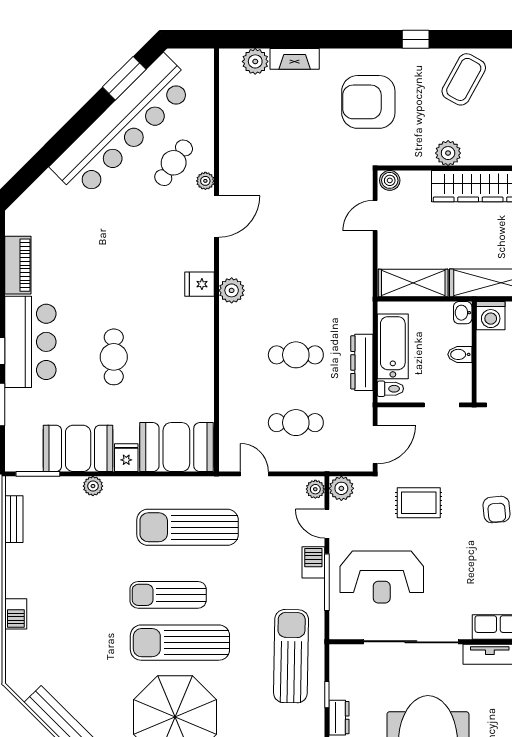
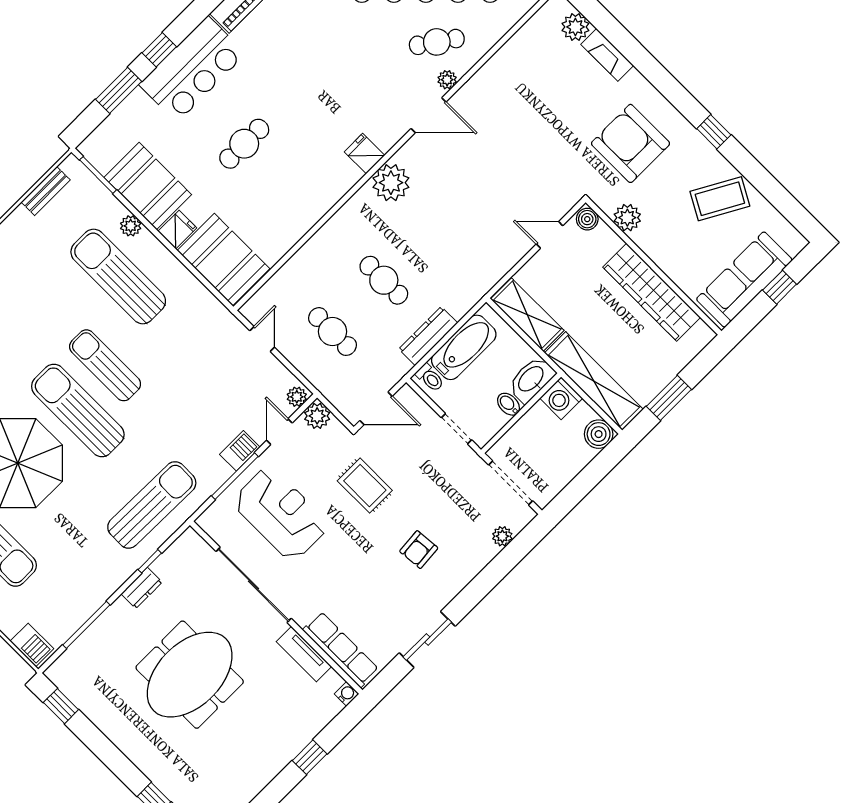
plant: (448, 153) -> (627, 218), moved
plant: (232, 290) -> (391, 183), width x1.36, depth x1.36
washbasin: (463, 313) -> (531, 379), width x1.91, depth x1.45
sun lounger: (188, 527) -> (118, 276), moved
reception desk: (382, 577) -> (281, 514), turned 180

